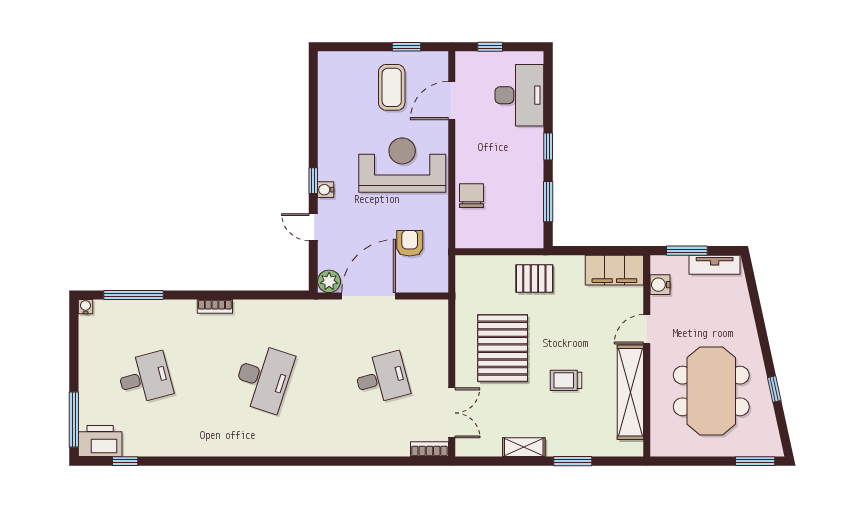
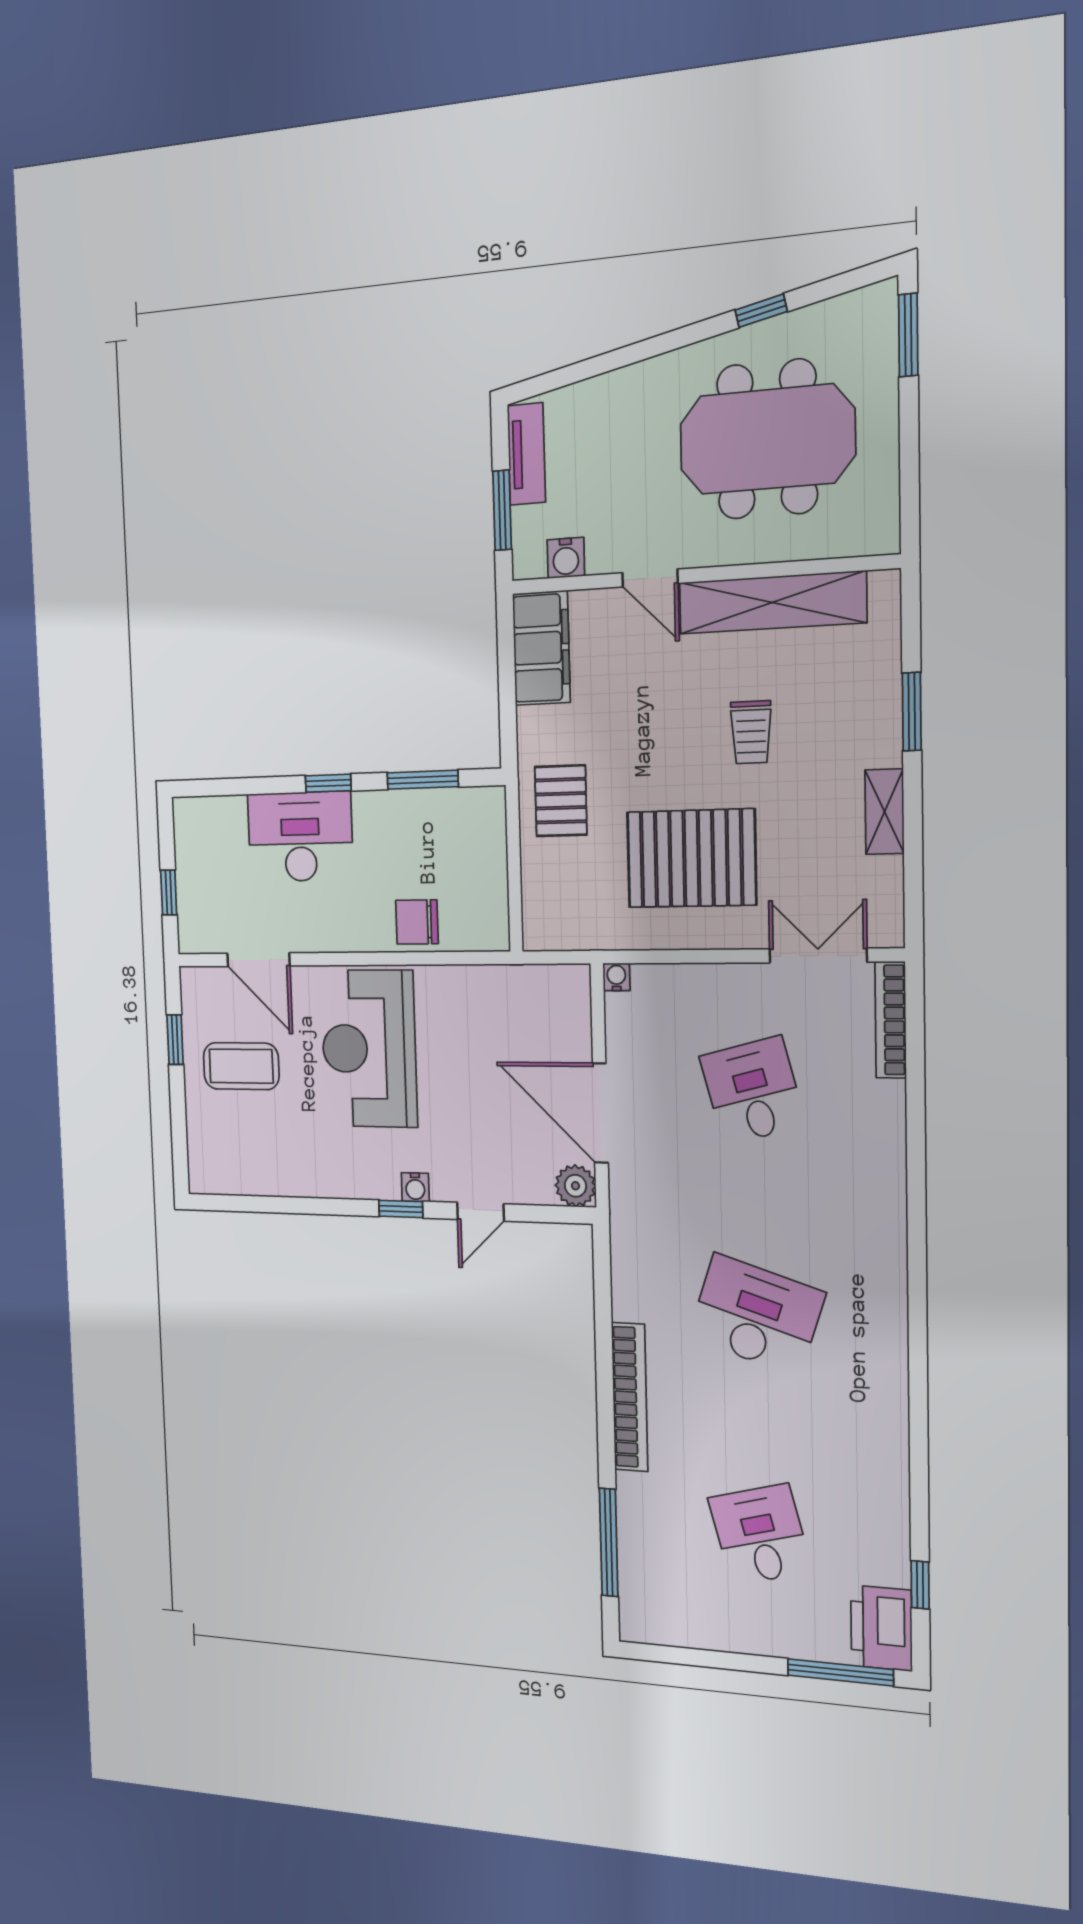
desk: (519, 95) -> (300, 837), moved
armchair: (410, 243) -> (504, 1036), removed
bookcase: (215, 306) -> (630, 1397), width x2.31, depth x1.31
water cooler: (86, 307) -> (616, 977), moved, turned 90
bookcase: (429, 449) -> (891, 1020), width x1.56

